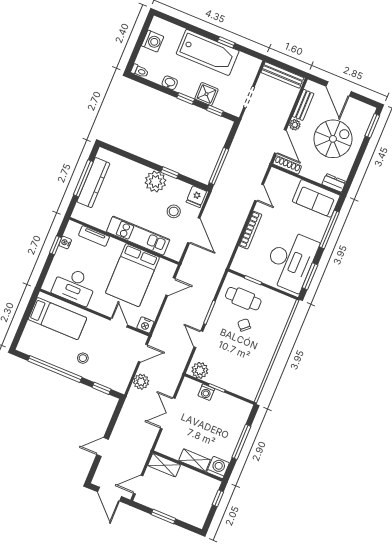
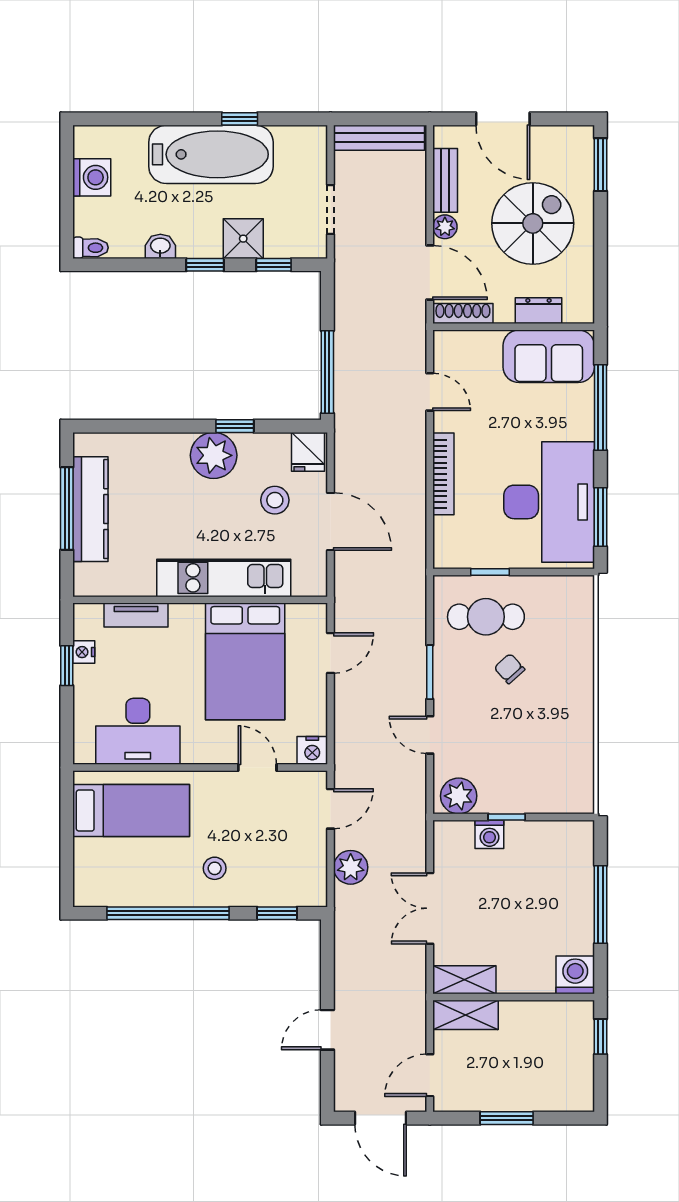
dresser: (334, 183) -> (538, 311), moved
shelving: (195, 460) -> (464, 980), moved

